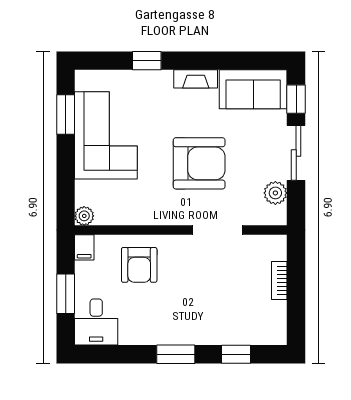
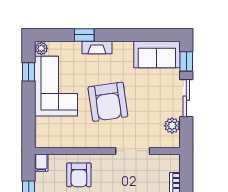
fireplace: (196, 79) -> (97, 48), moved
window: (66, 115) -> (29, 72), width x0.67
armchair: (199, 163) -> (108, 102), moved, turned 82
plant: (84, 216) -> (41, 48), moved

